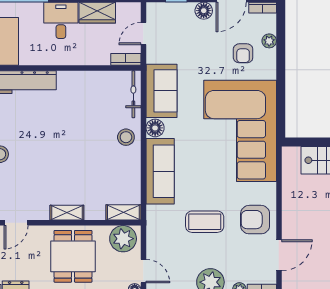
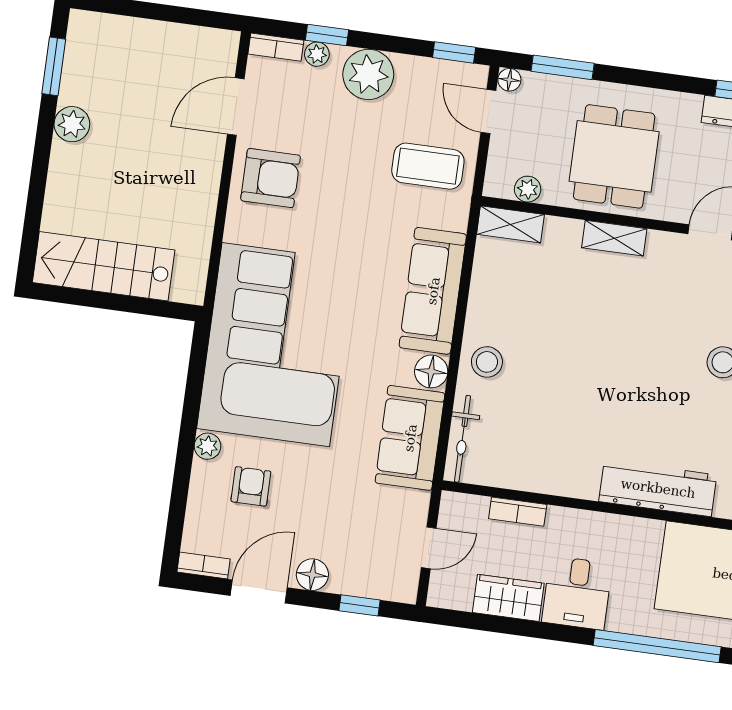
plant: (269, 41) -> (208, 446), moved
bookcase: (126, 59) -> (518, 512), moved
coffee table: (205, 222) -> (428, 166), moved
plant: (123, 239) -> (528, 189), width x0.53, depth x0.53

